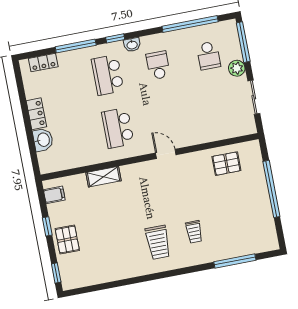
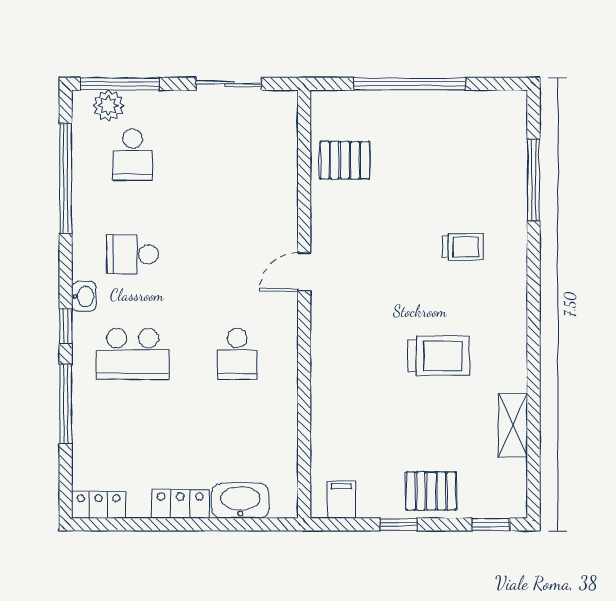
school desk: (209, 56) -> (133, 155), turned 90
locker: (43, 63) -> (99, 505), moved, turned -90
plant: (237, 68) -> (108, 106), moved
school desk: (118, 128) -> (237, 354), width x0.54
washbasin: (43, 140) -> (240, 501), width x1.38
pallet: (226, 164) -> (345, 160), turned 90
shelving: (103, 177) -> (513, 425), moved
trolley: (158, 242) -> (439, 356), moved

